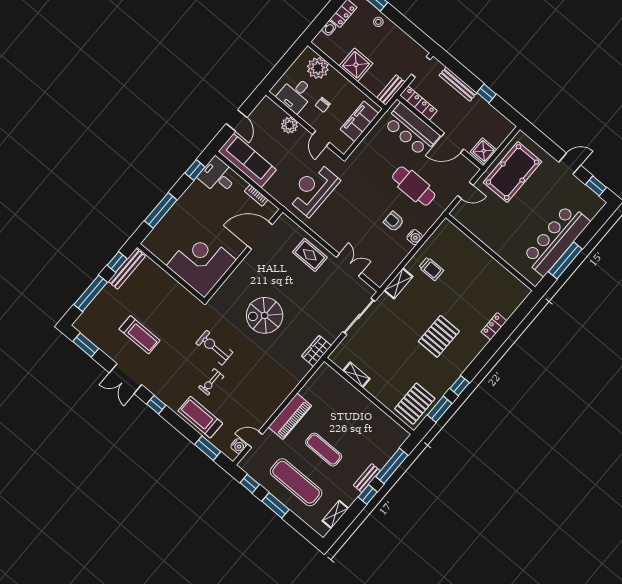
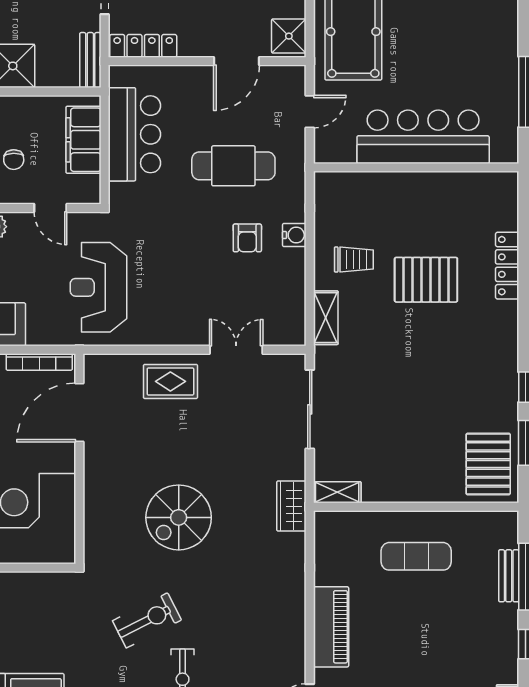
bar counter: (411, 130) -> (134, 134), moved, turned -90
bookcase: (256, 195) -> (39, 362), width x1.56
armchair: (394, 222) -> (247, 238), turned -90
bar counter: (556, 240) -> (423, 137), moved, turned 90
locker: (494, 326) -> (507, 266), width x1.53
pallet: (439, 336) -> (426, 280), moved, turned 90
exercise bike: (214, 348) -> (147, 620), turned 153
shelving: (356, 375) -> (337, 492), moved
exercise mat: (324, 450) -> (416, 556), moved
bench: (367, 478) -> (509, 576), moved

